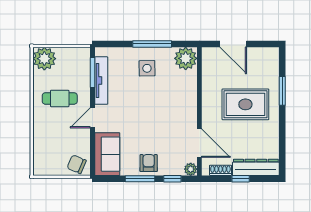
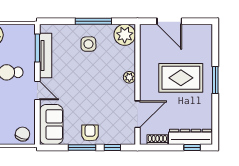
window: (282, 91) -> (215, 80), moved
door: (92, 118) -> (37, 91), swing flipped
door: (199, 143) -> (138, 114), hinge flipped
chair: (77, 164) -> (22, 134), turned 85
plant: (191, 169) -> (129, 77), moved
window: (241, 179) -> (192, 148), moved

